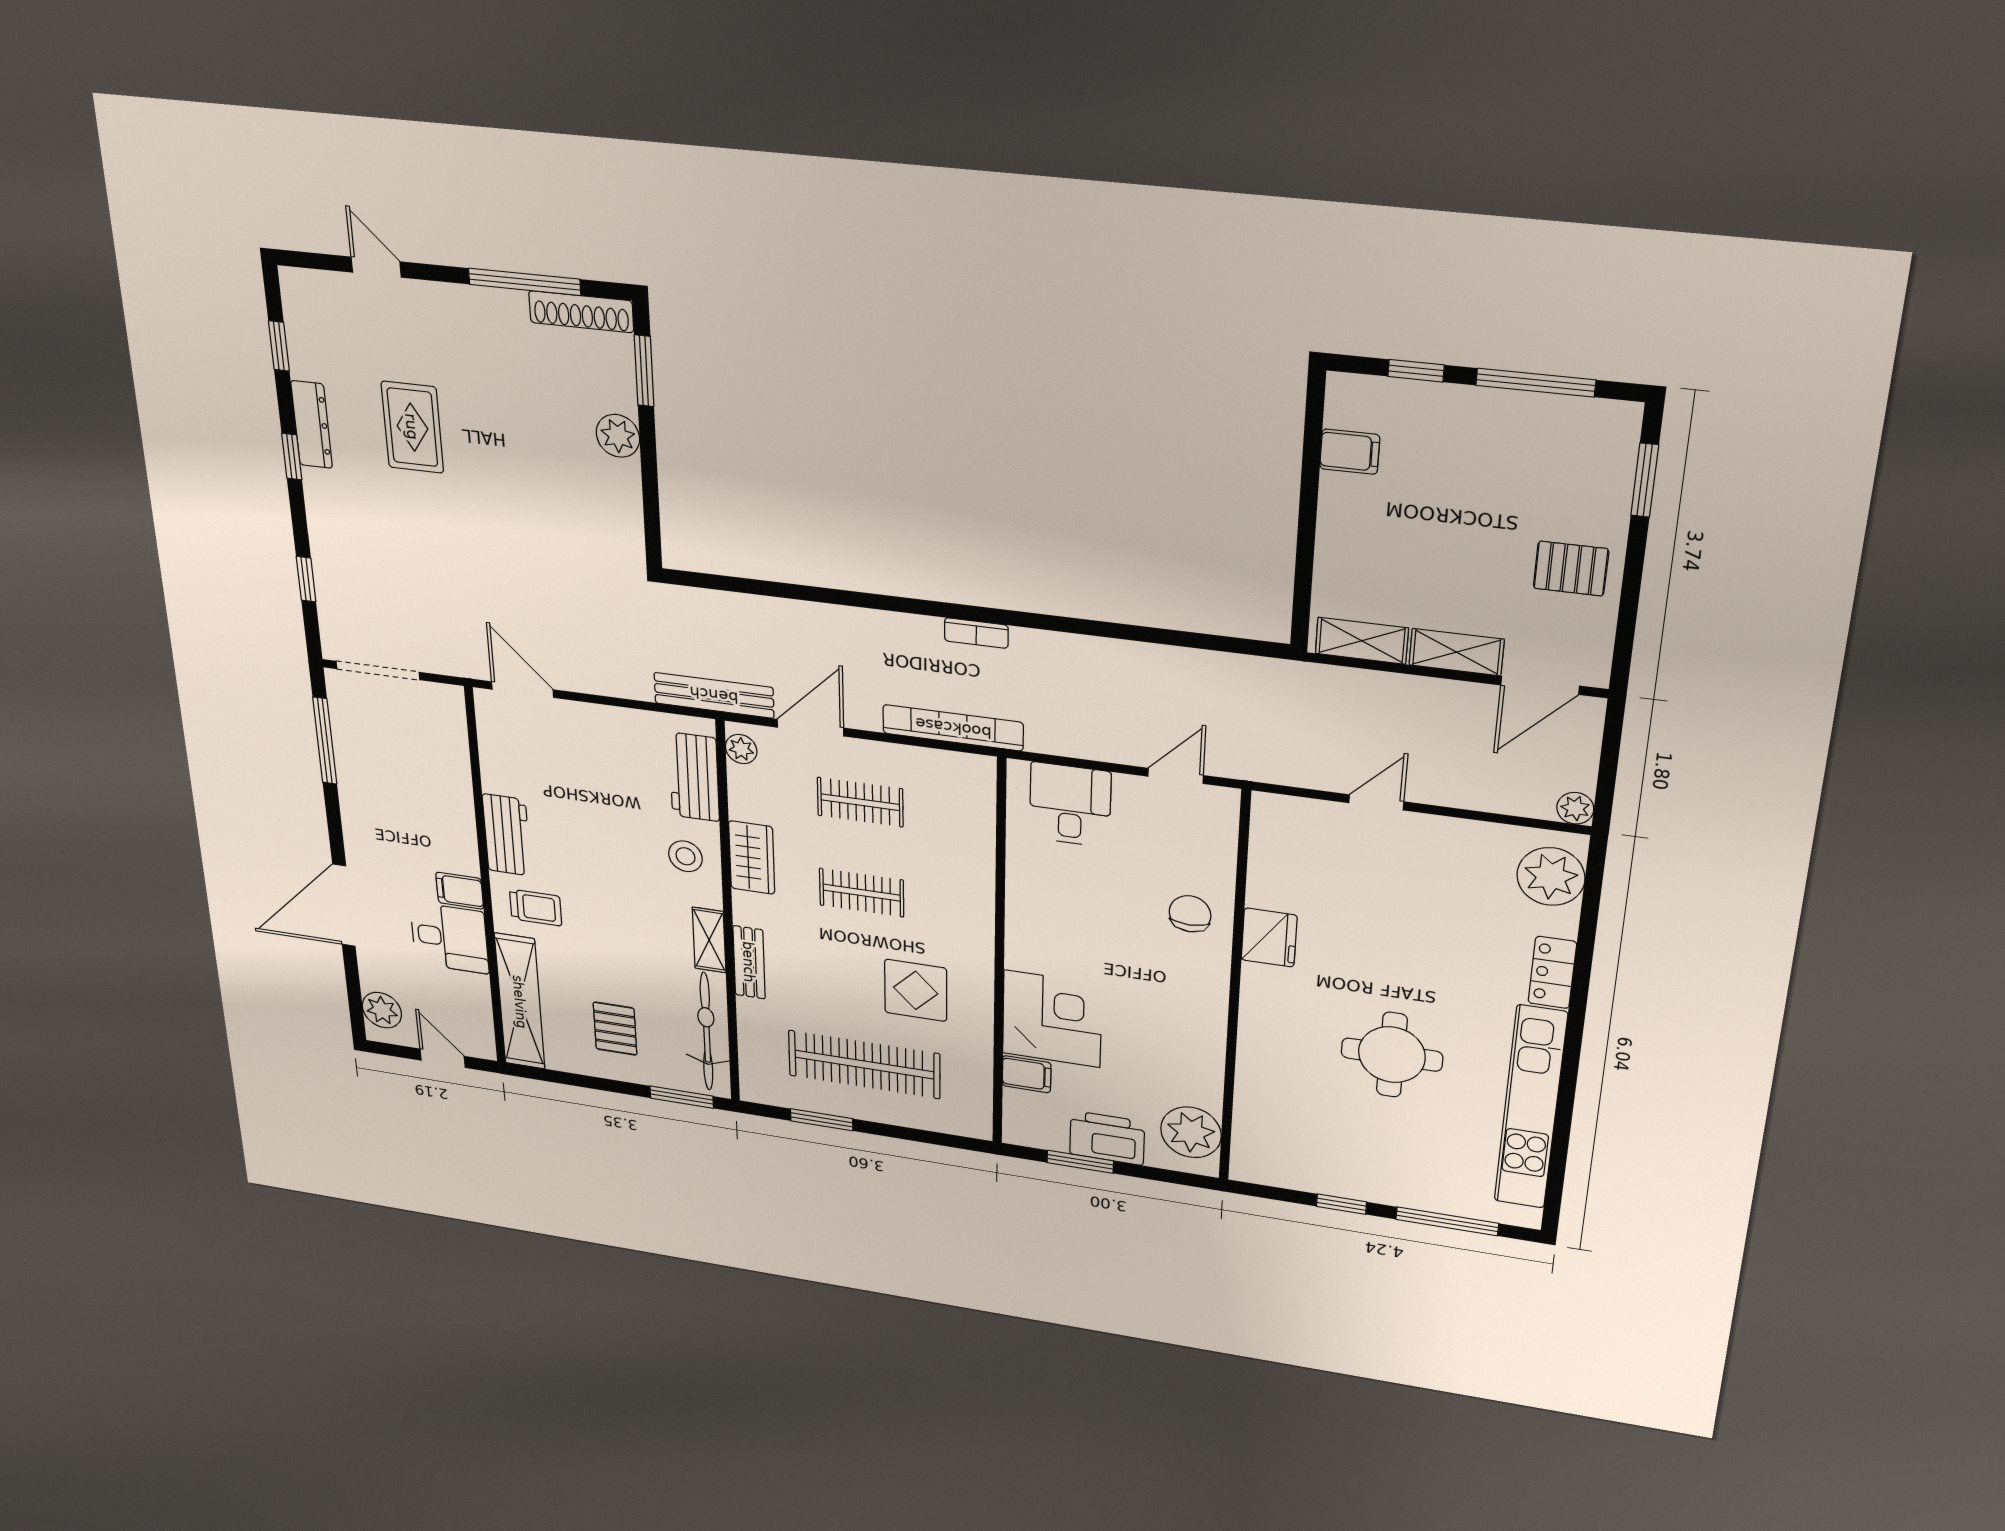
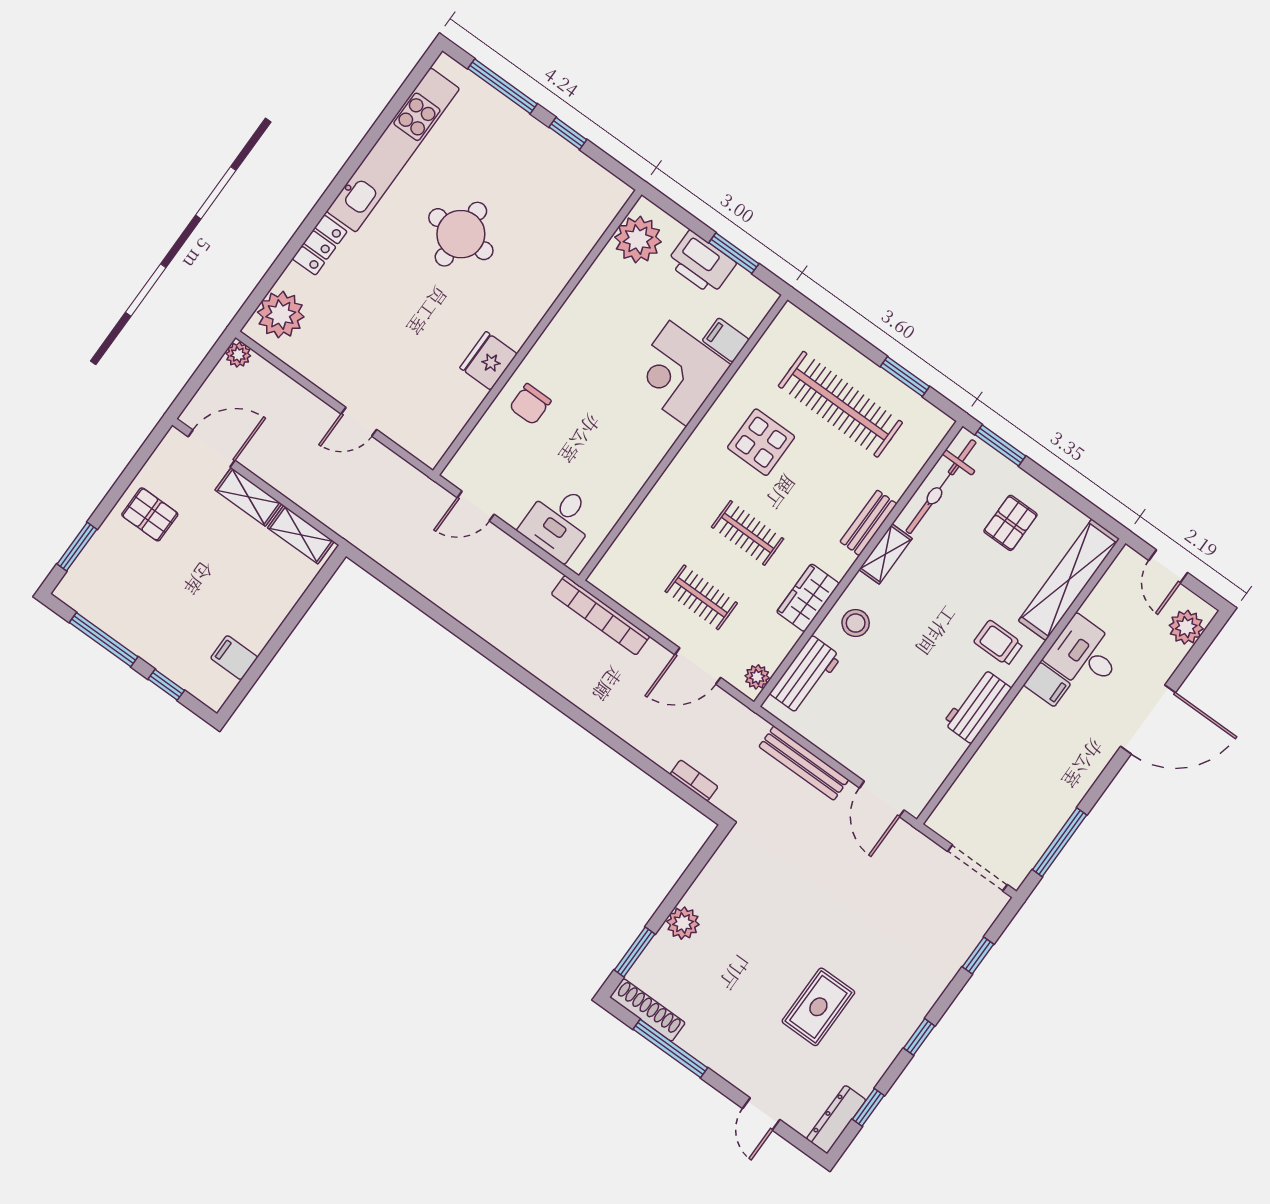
dresser: (312, 425) -> (836, 1119), moved
bookcase: (976, 633) -> (694, 781), moved
bench: (714, 695) -> (804, 763), moved

